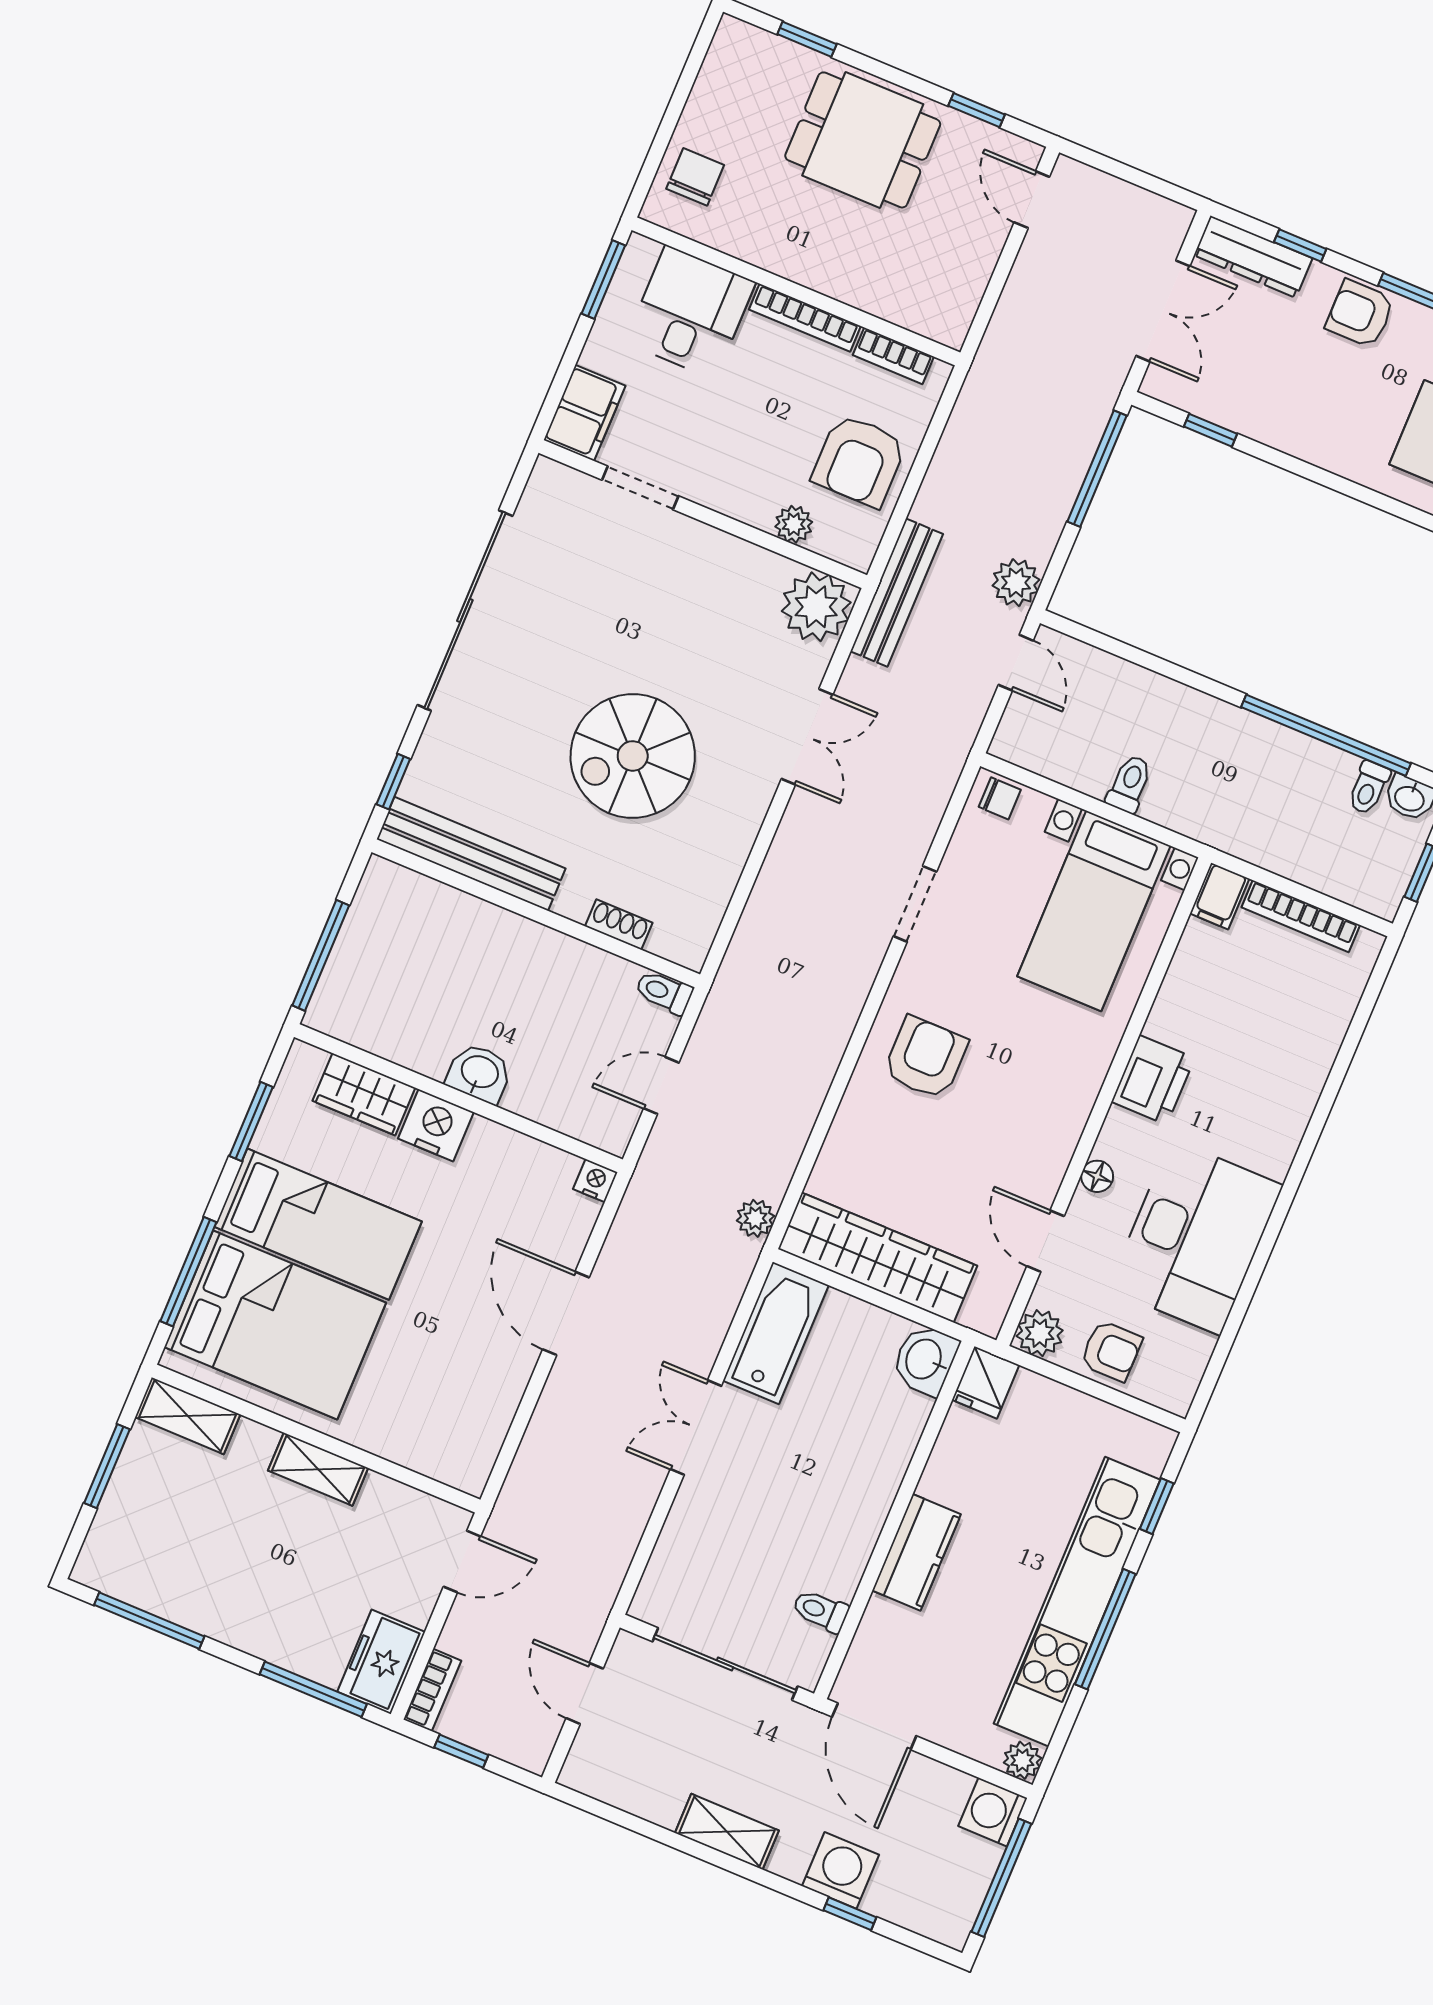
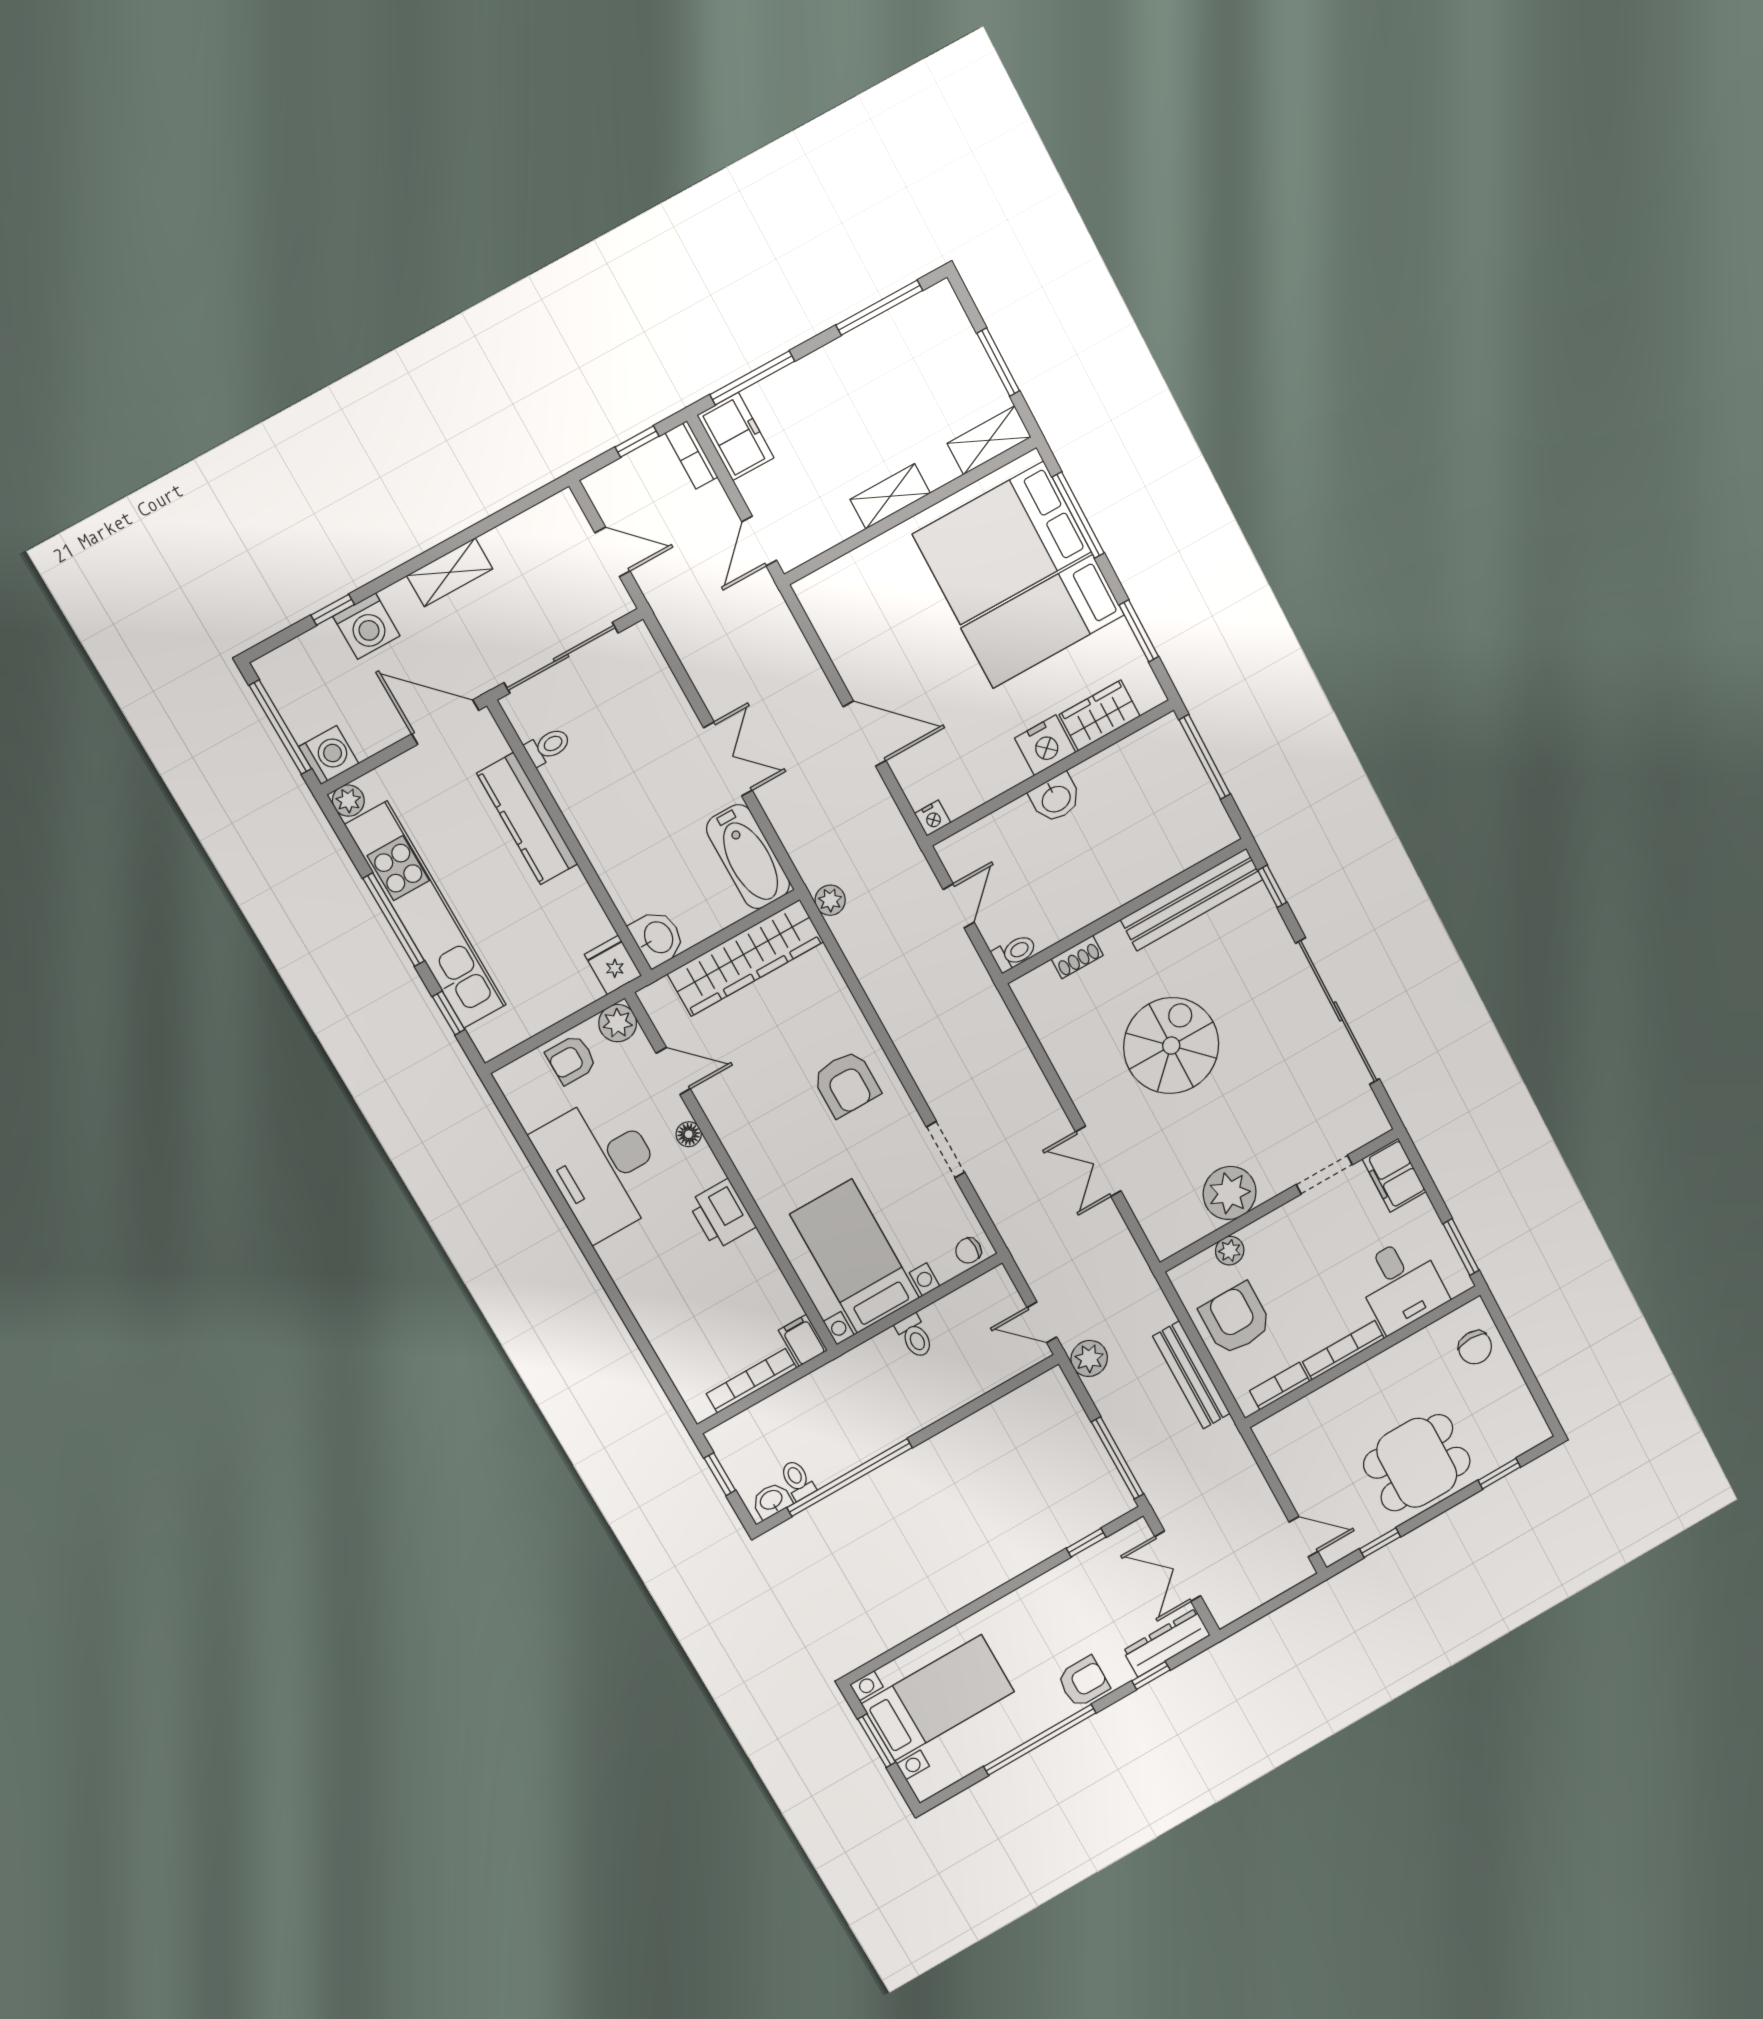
bench: (897, 593) -> (1191, 1375), moved
plant: (816, 607) -> (1230, 1193), moved
kitchen counter: (917, 1552) -> (527, 819), width x1.50

